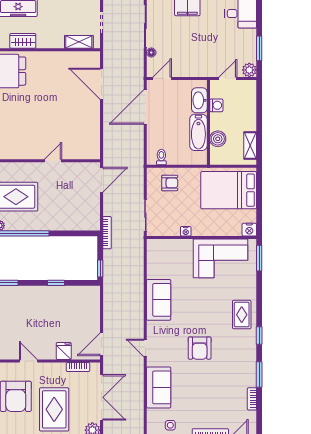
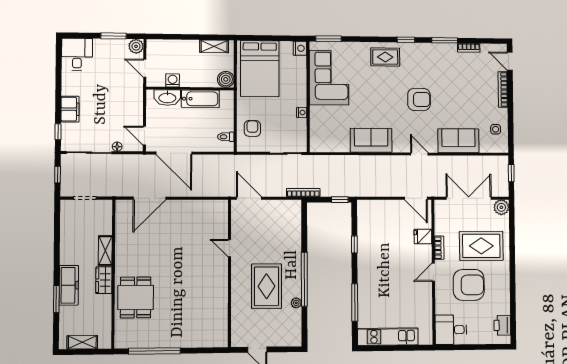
shelving: (79, 42) -> (105, 251), moved
boiler: (218, 139) -> (226, 79), moved
door: (145, 348) -> (419, 154), swing flipped
bookcase: (78, 367) -> (439, 248), moved

